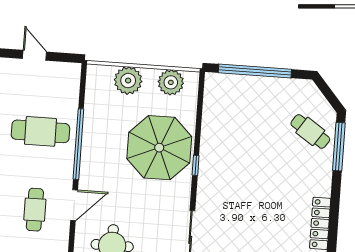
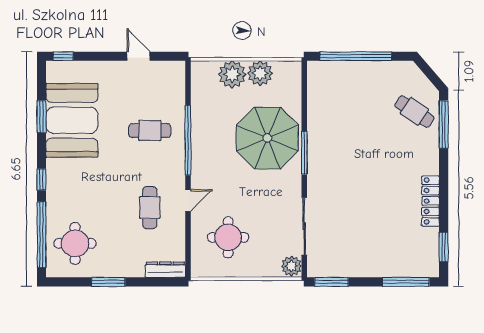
plant: (171, 82) -> (260, 73), moved
cafe table: (40, 131) -> (150, 130), width x0.73, depth x0.74
window: (196, 165) -> (304, 153), width x2.17
door: (74, 205) -> (188, 200), width x0.73

